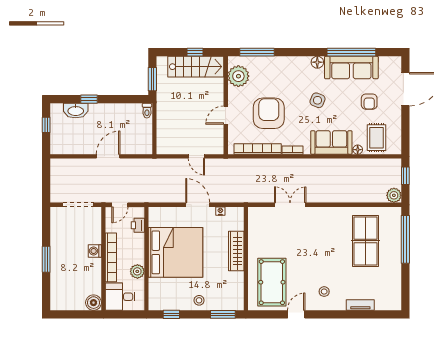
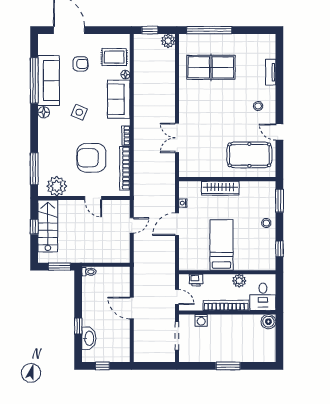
washing machine: (95, 251) -> (201, 320), moved
bed: (176, 252) -> (221, 245), width x0.49

